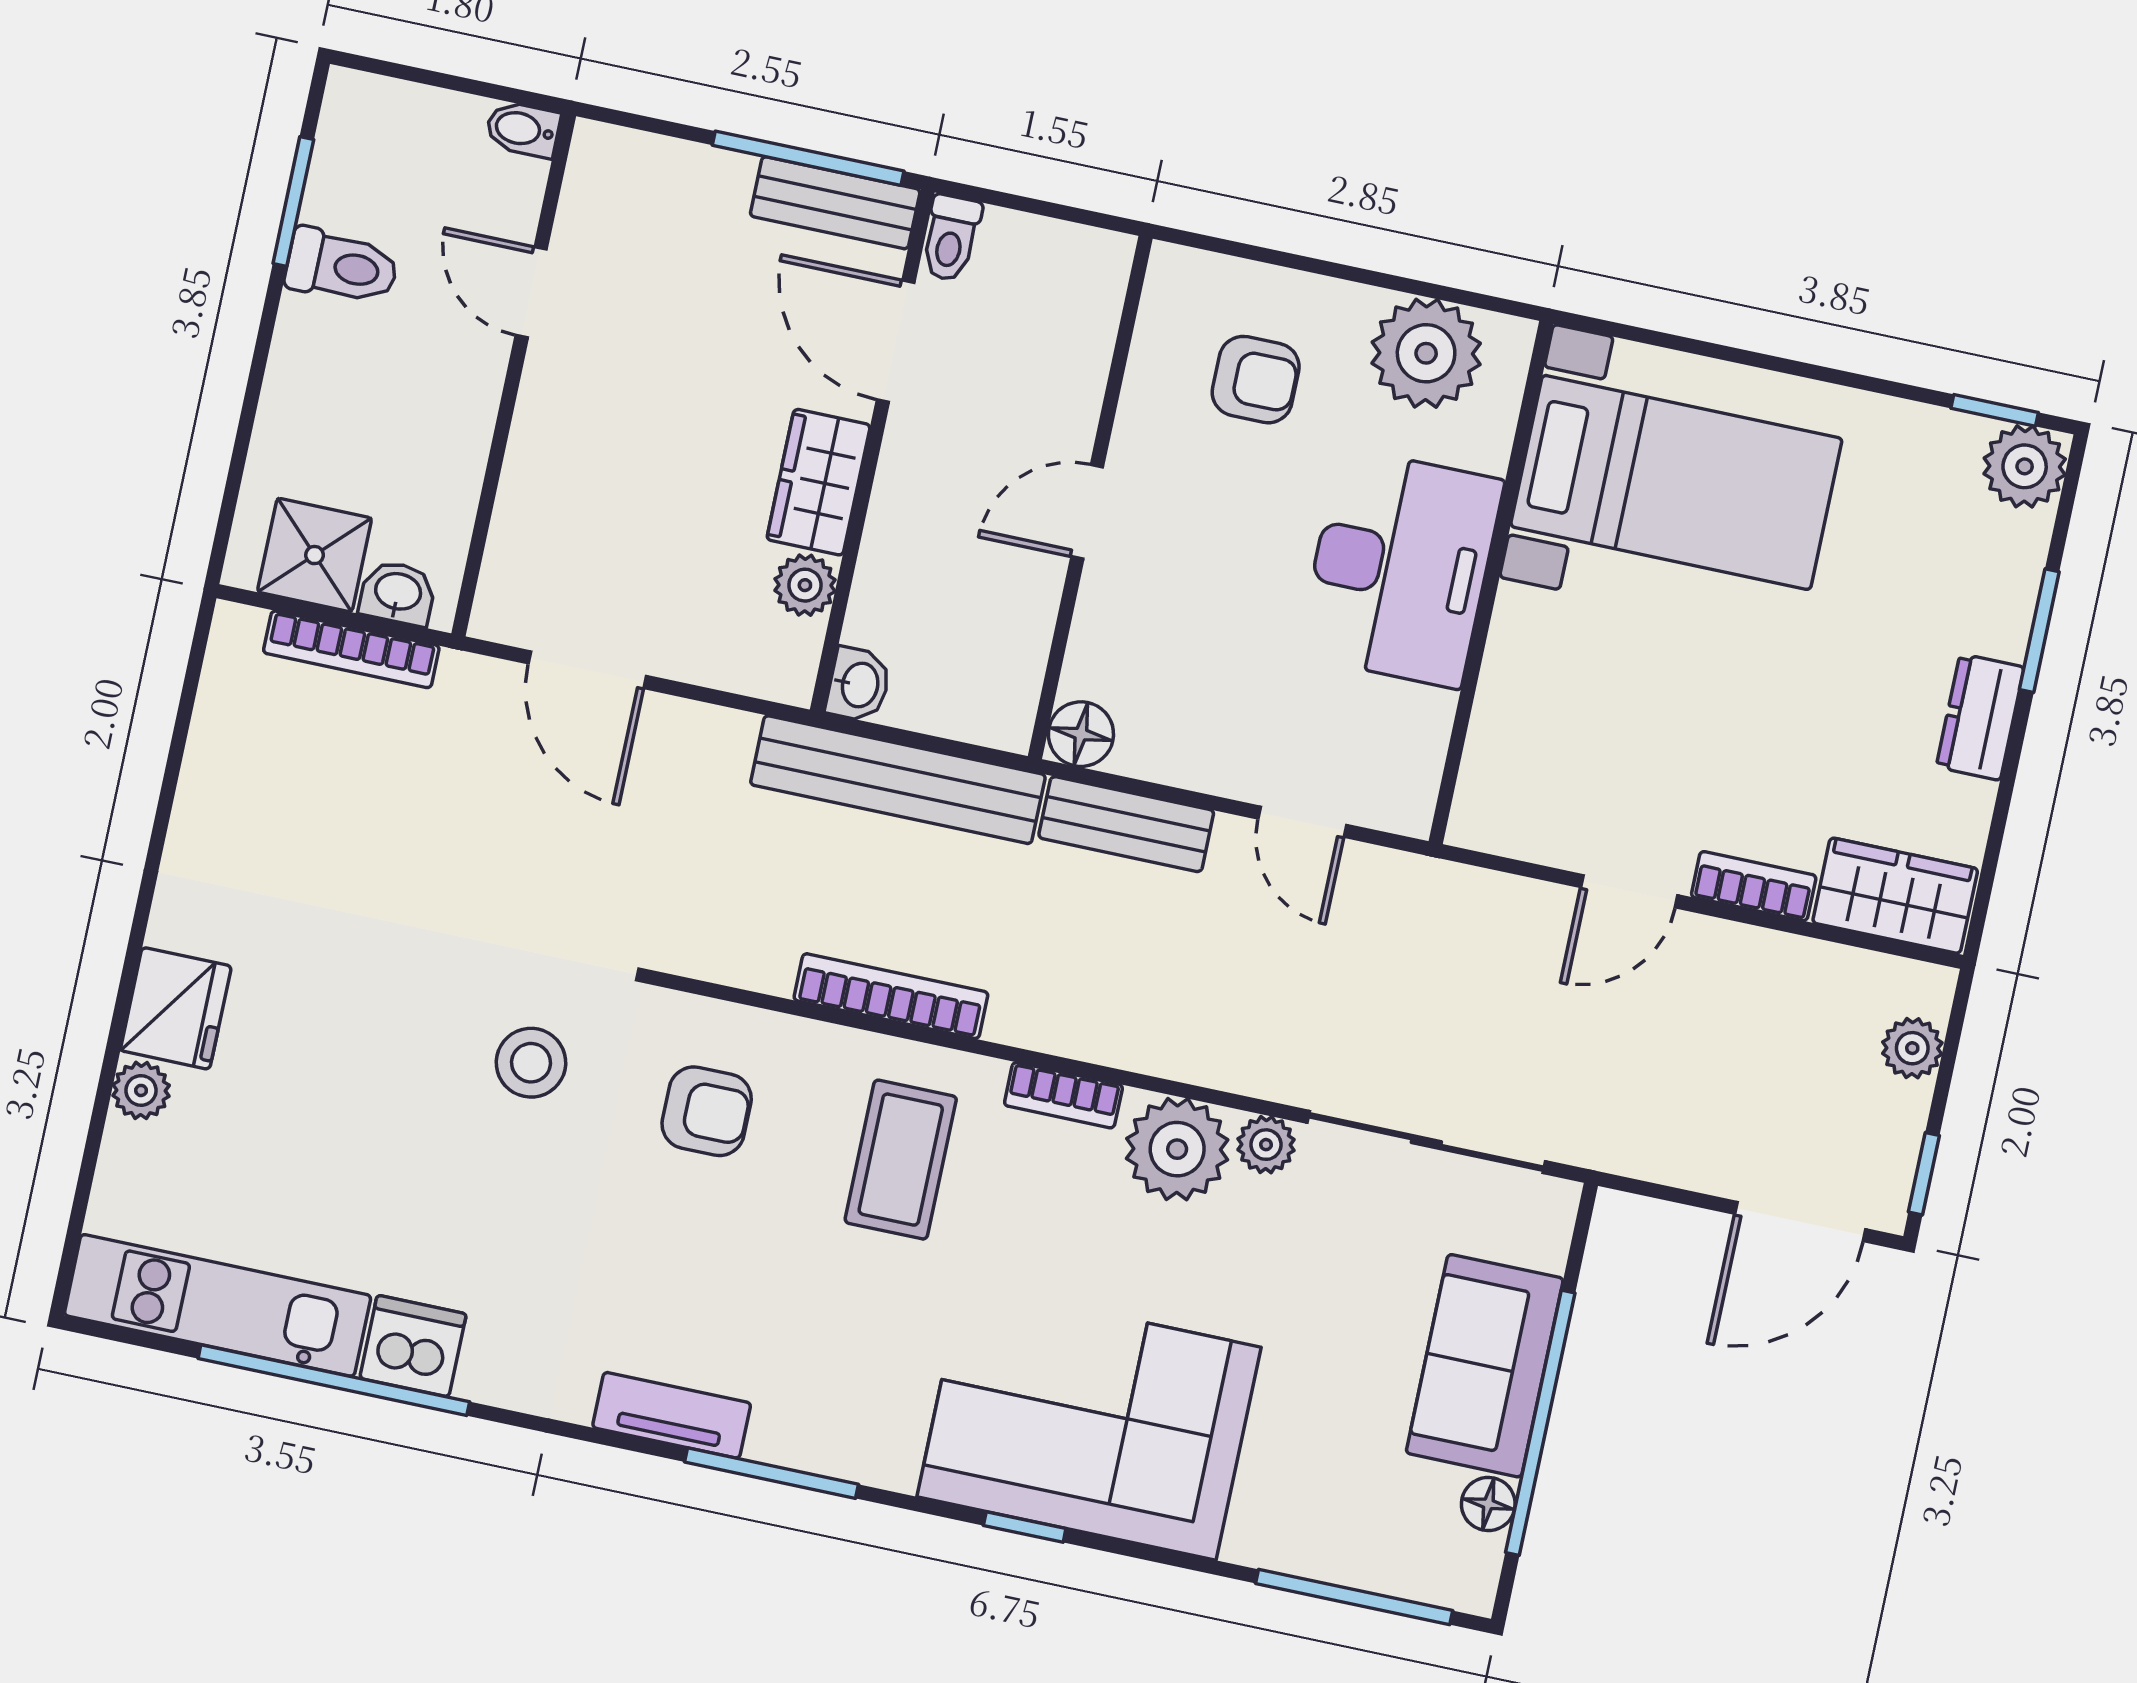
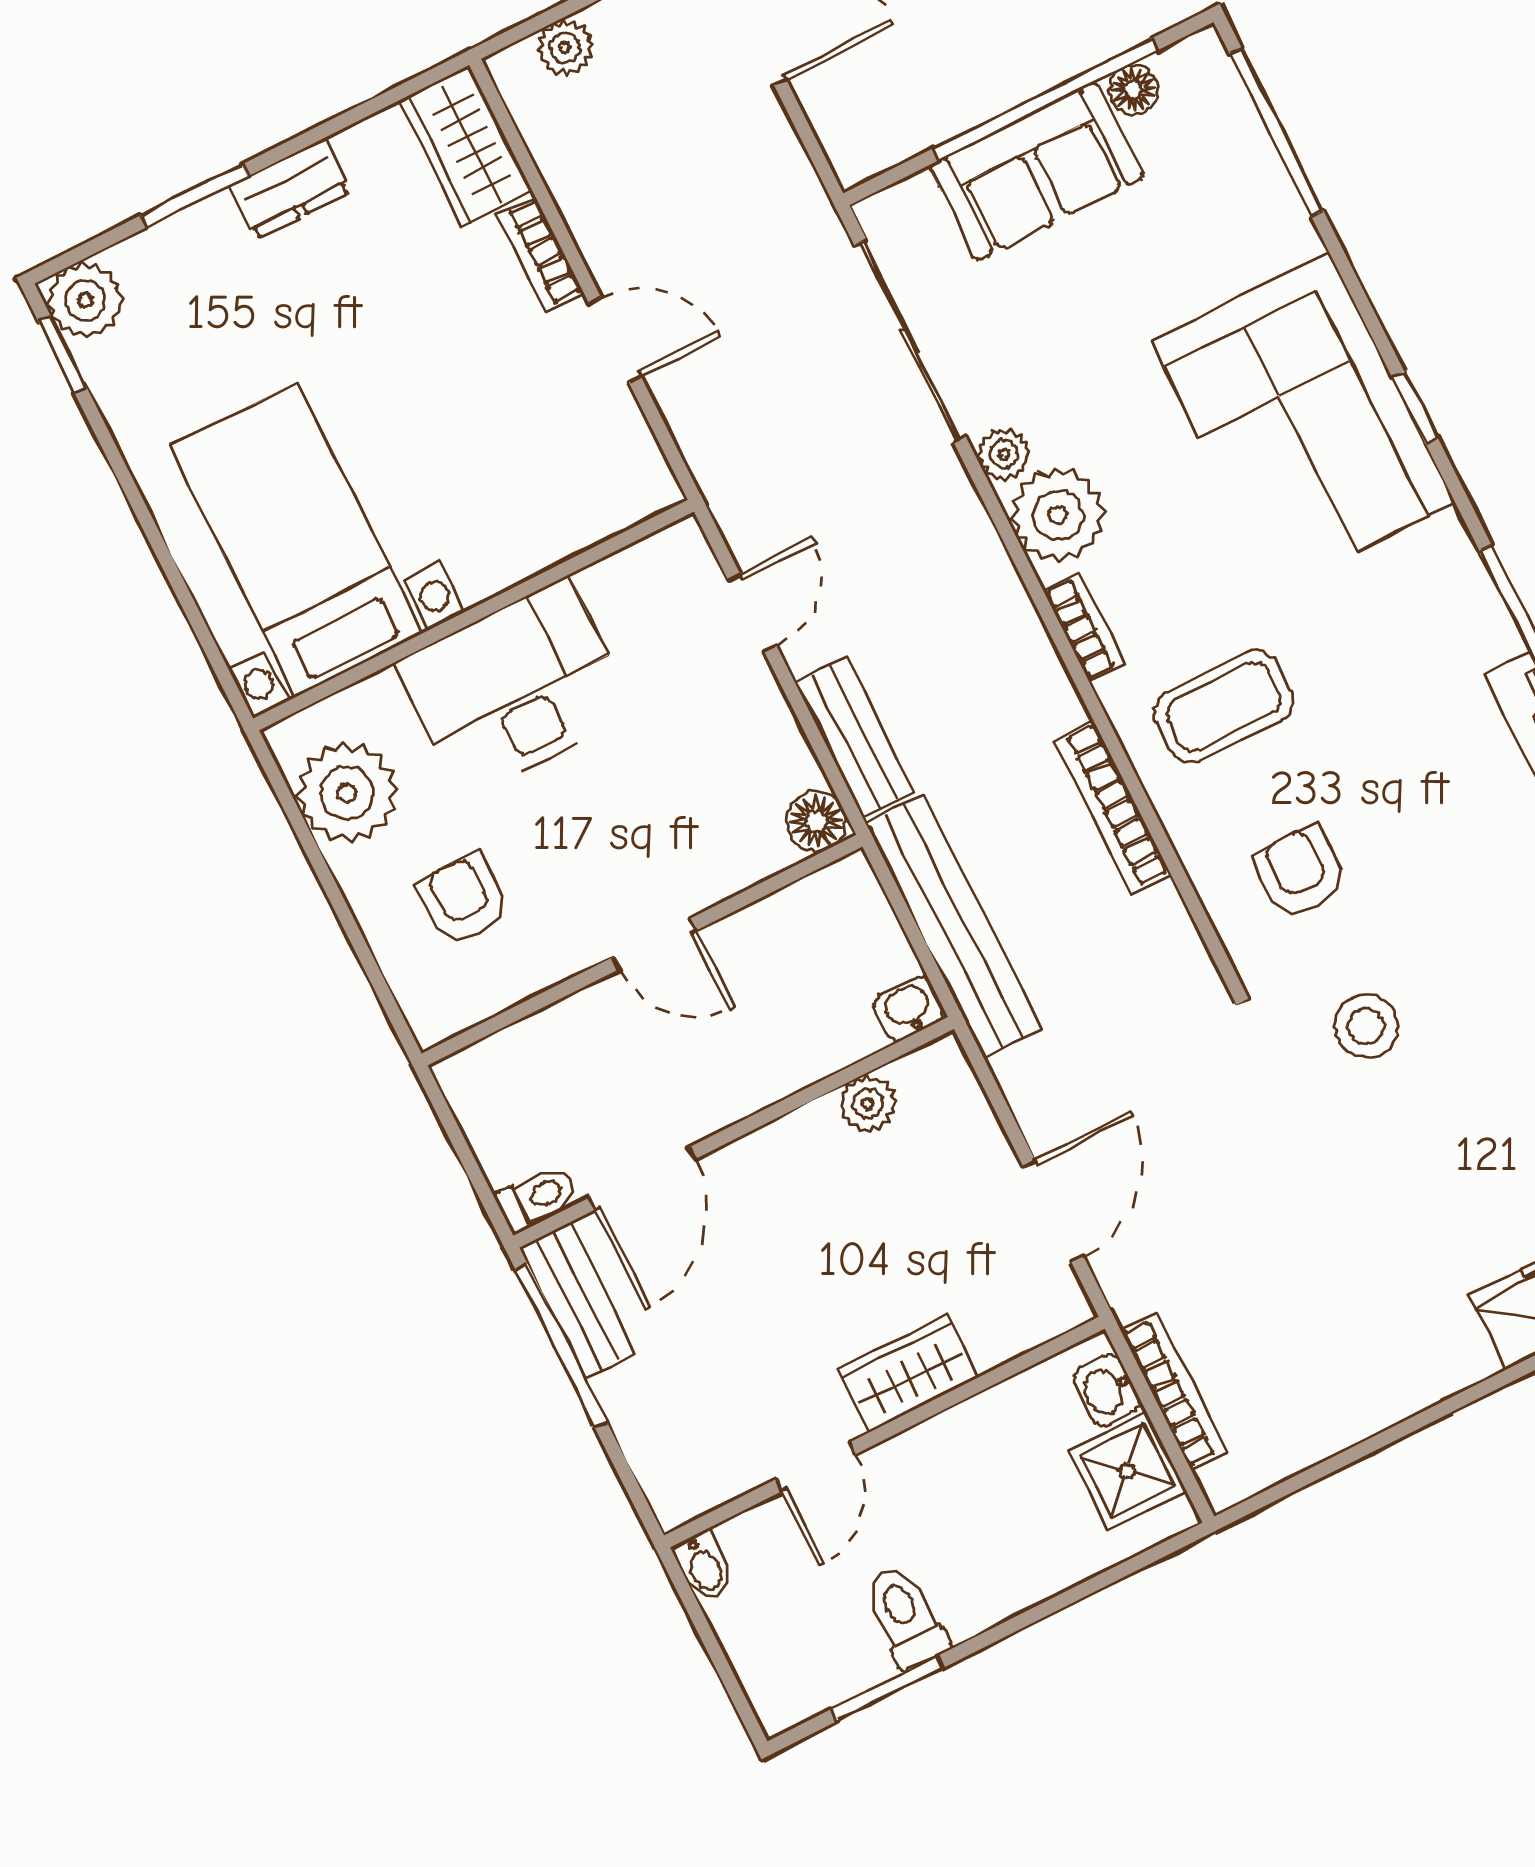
wardrobe: (819, 482) -> (908, 1373), moved, turned 180

